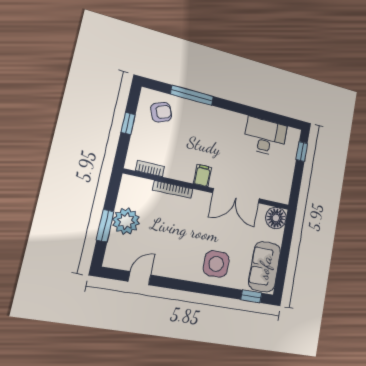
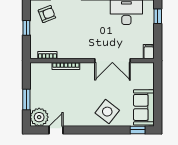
filing cabinet: (203, 176) -> (149, 52), moved
floor lamp: (276, 218) -> (146, 71), removed
plant: (126, 221) -> (39, 117), moved
side table: (216, 264) -> (107, 112), turned 38

